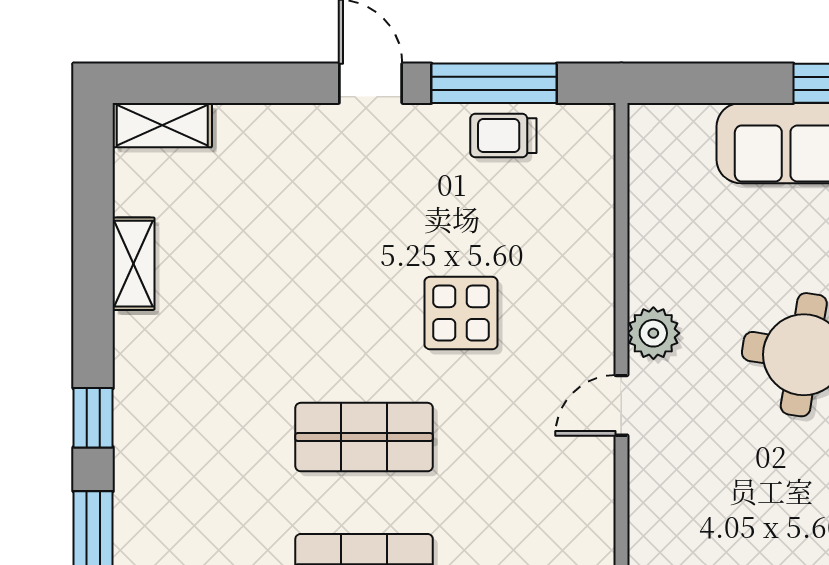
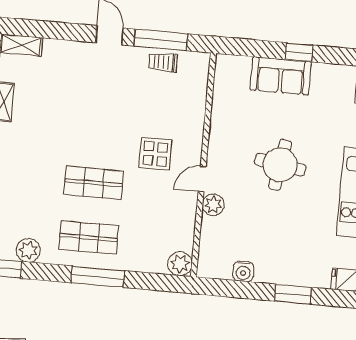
display table: (461, 313) -> (155, 154), moved
plant: (653, 333) -> (213, 205), moved

